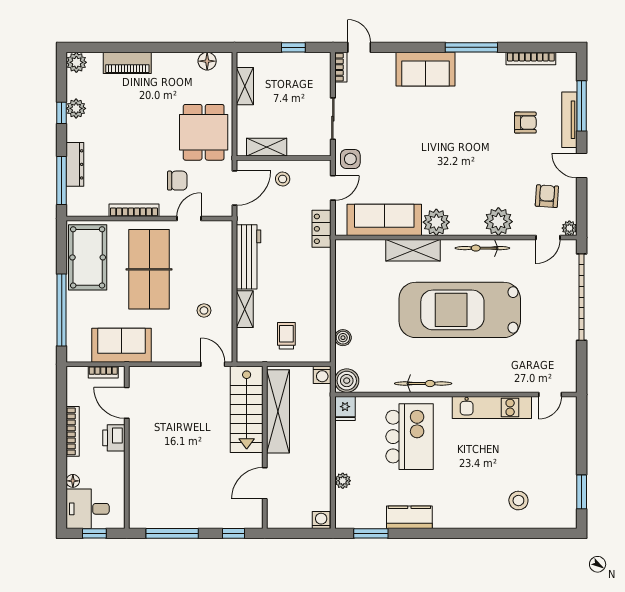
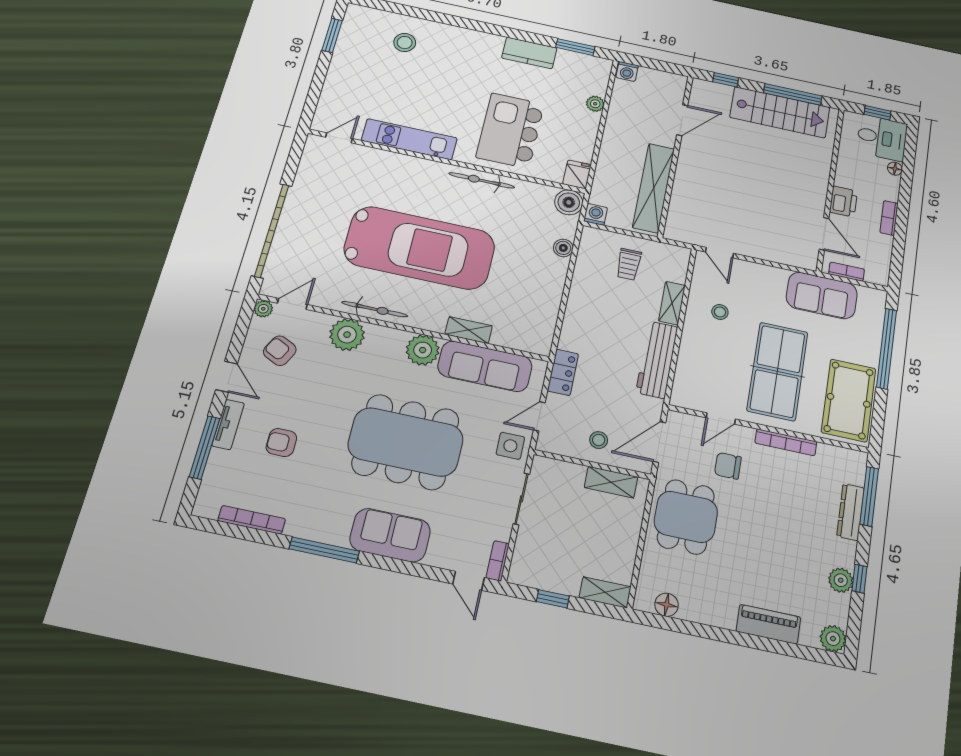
shelving: (245, 86) -> (605, 592), moved, turned 90
tv unit: (569, 120) -> (228, 424), width x0.71
dining table: (431, 144) -> (406, 442), added
armchair: (547, 196) -> (280, 351), turned 112
shelving: (413, 250) -> (469, 330), width x0.67, depth x0.75
stairs: (247, 409) -> (780, 112), moved, turned 90
bookcase: (73, 431) -> (889, 218), width x0.64

